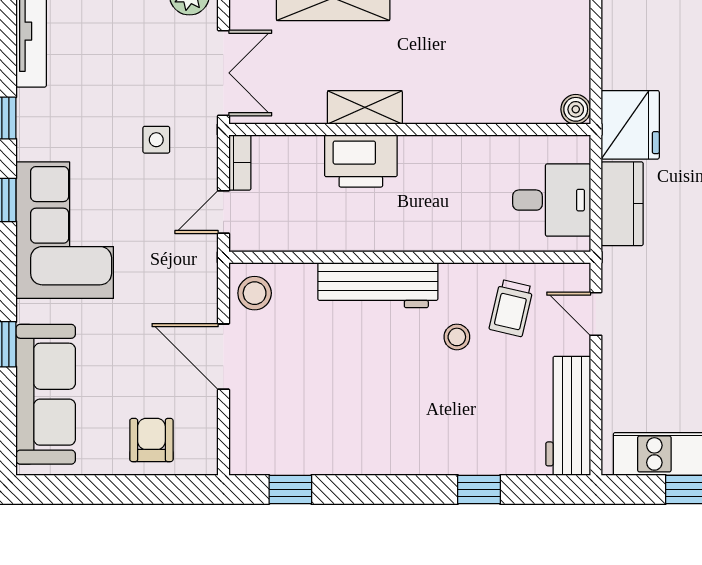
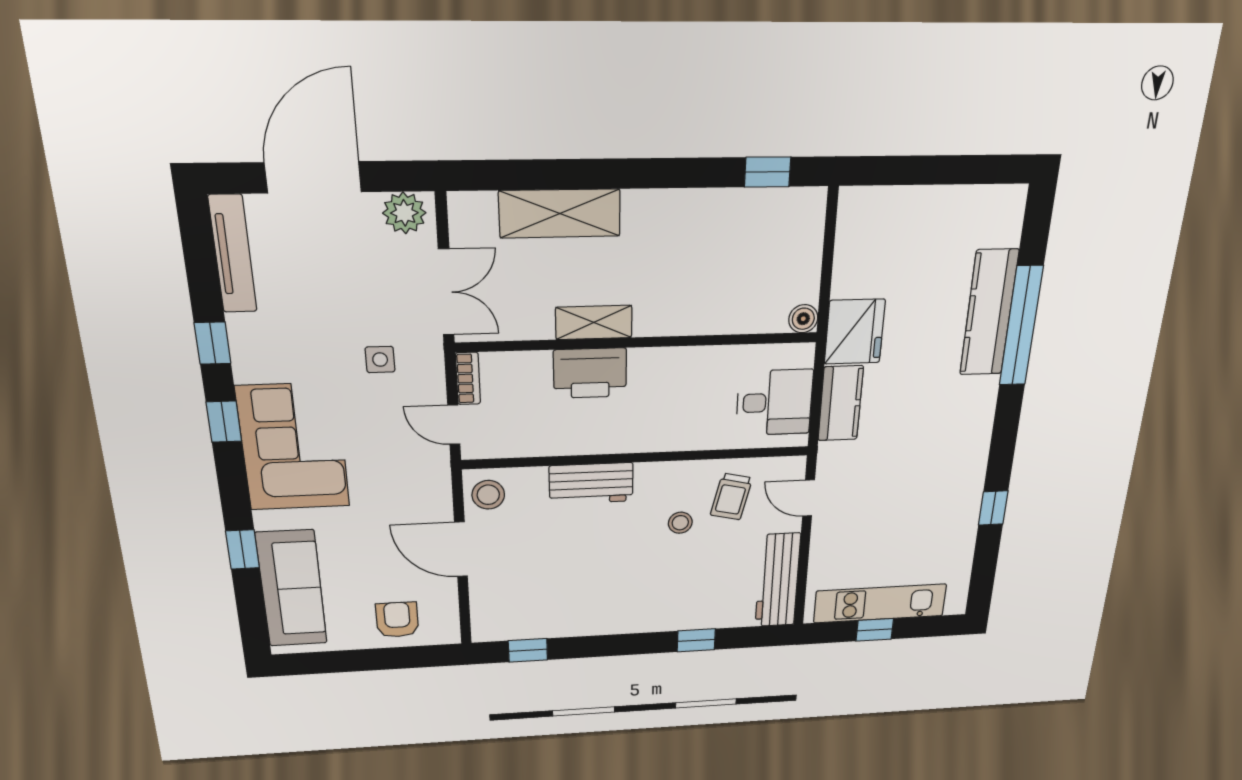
door: (223, 212) -> (454, 425), hinge flipped
workbench: (378, 285) -> (591, 483), width x0.73

